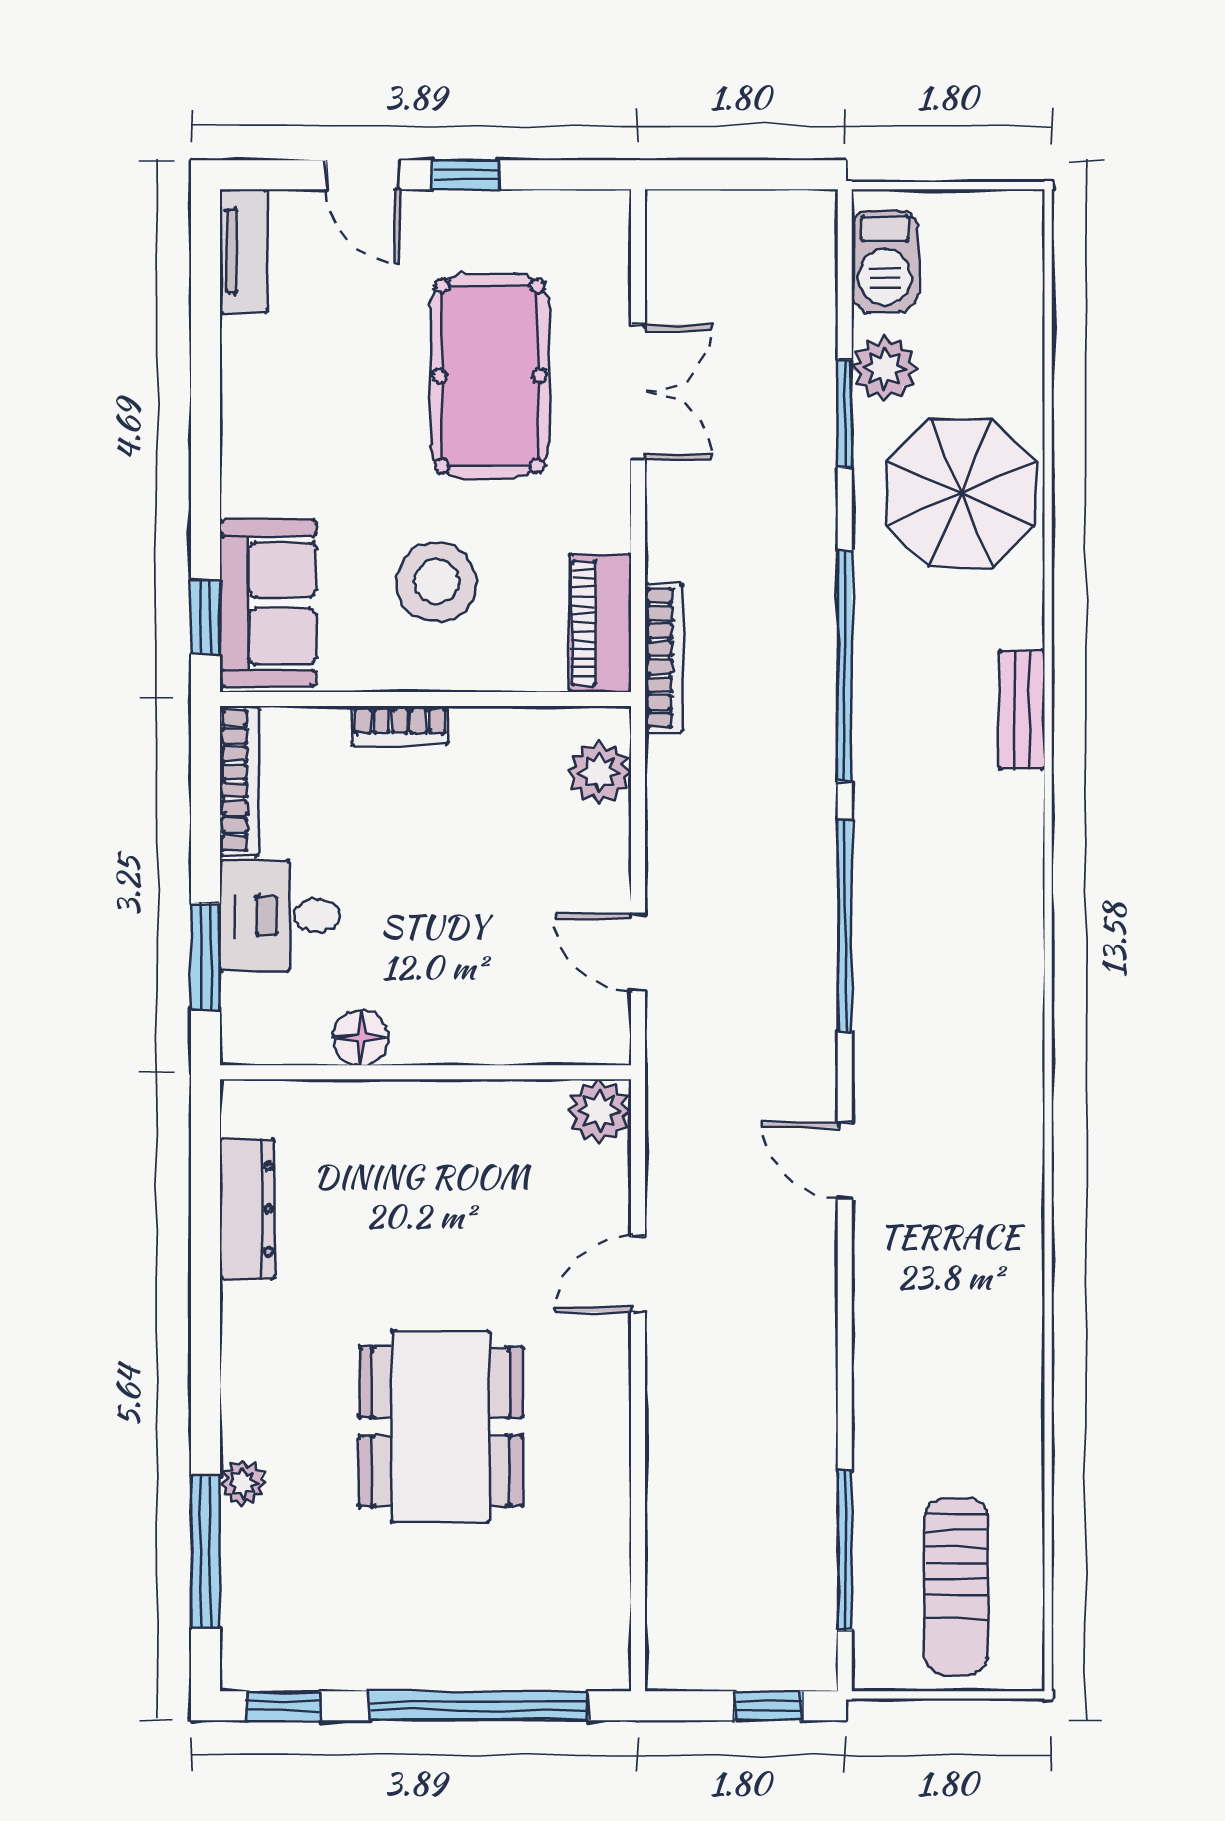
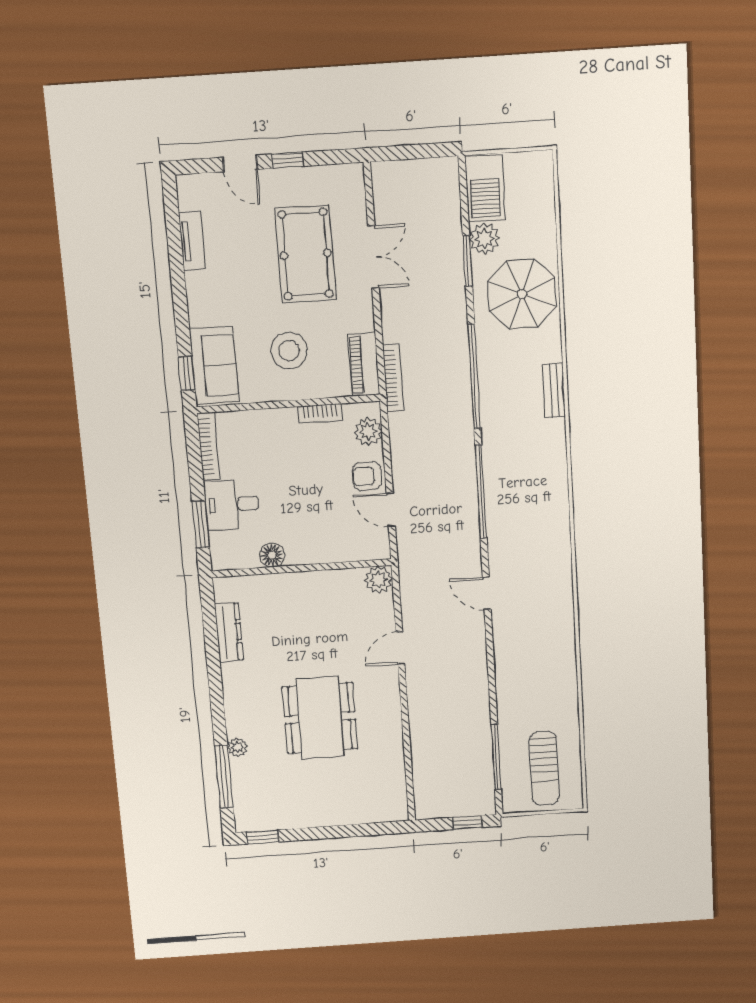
tv unit: (244, 251) -> (192, 241), moved
barbecue: (885, 261) -> (485, 188), width x1.37, depth x1.21
bookcase: (400, 725) -> (320, 414), moved
armchair: (590, 872) -> (367, 476), added
window: (478, 1706) -> (345, 831), removed

